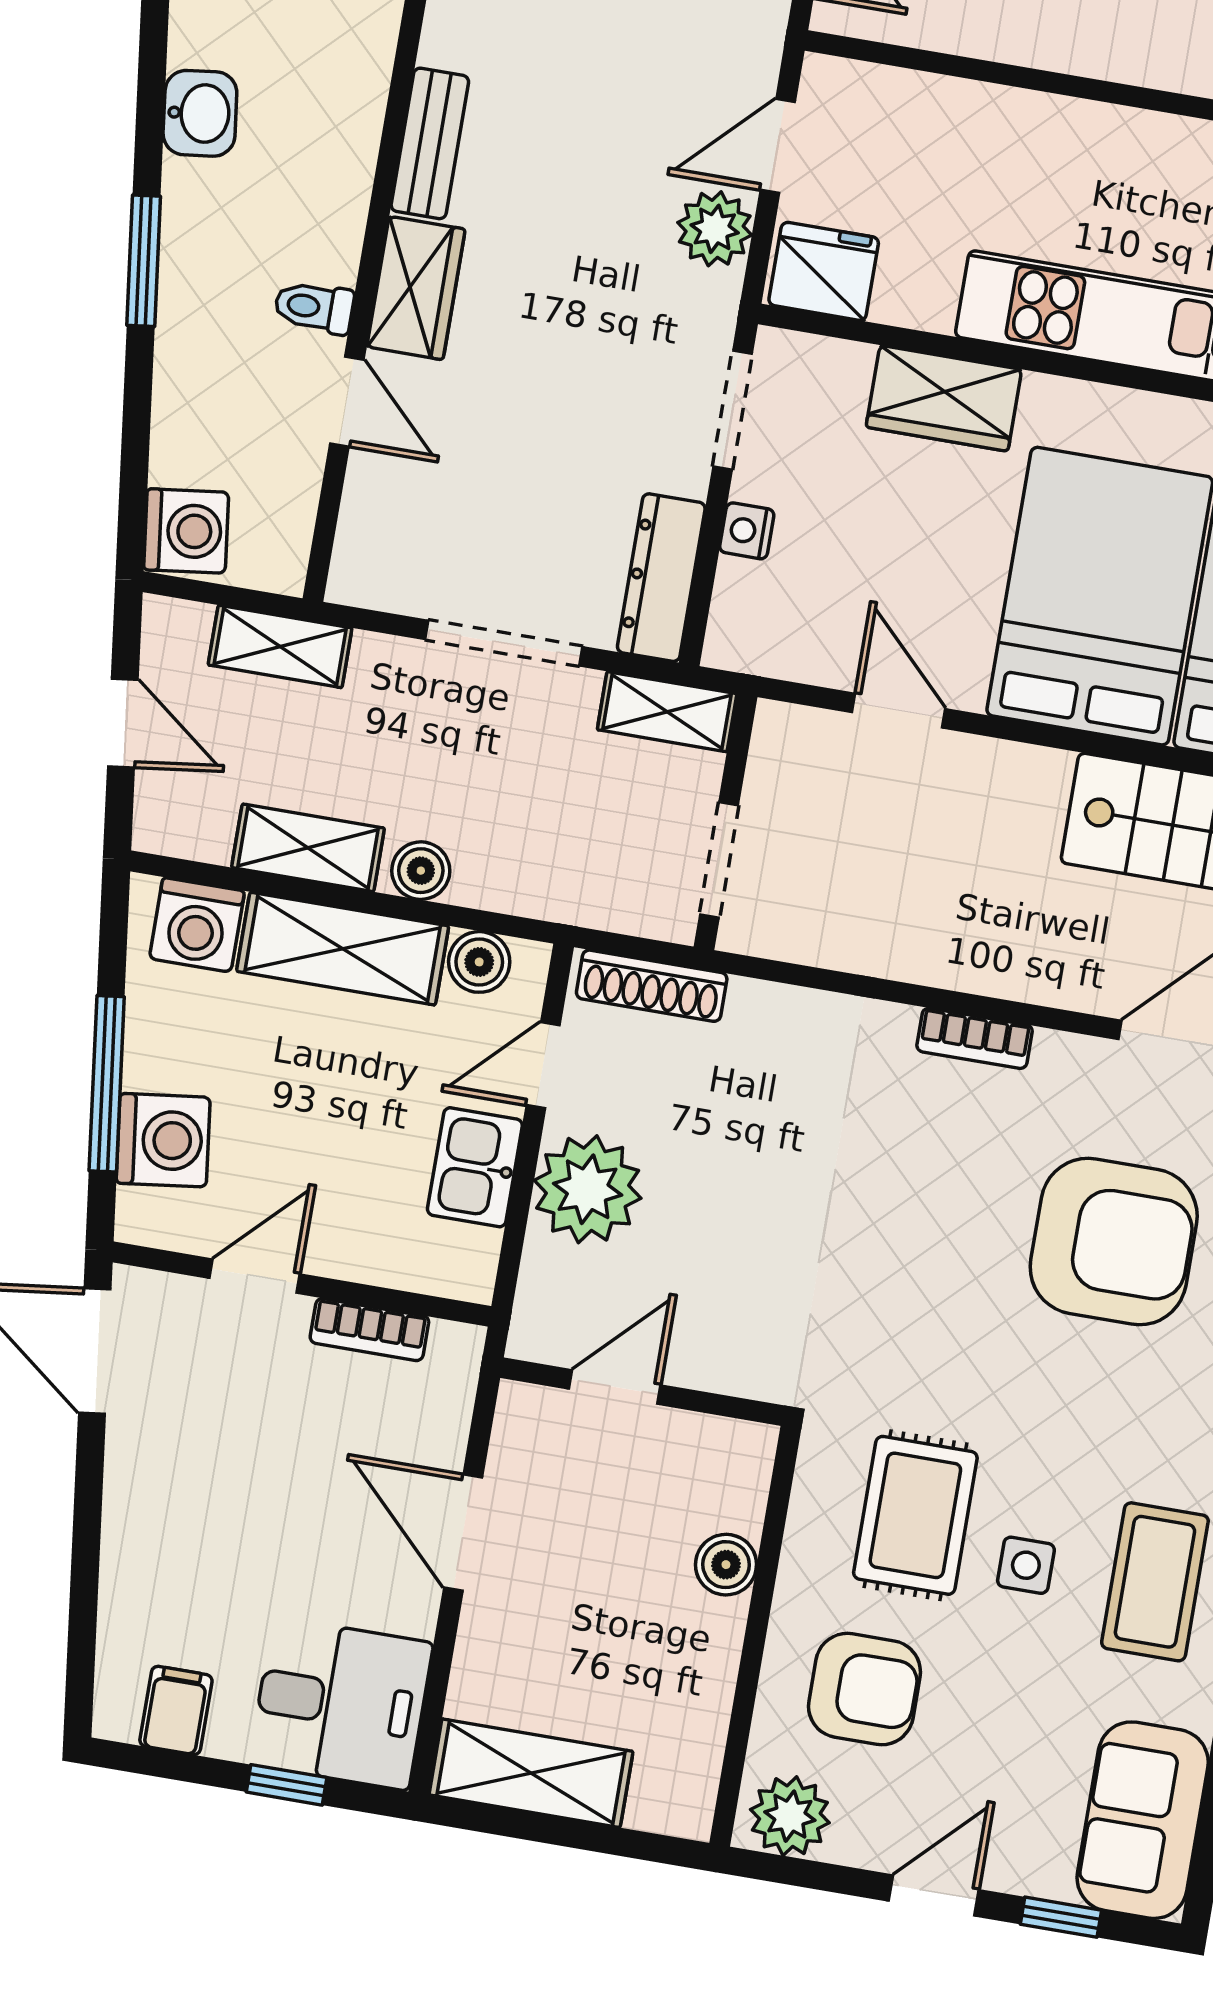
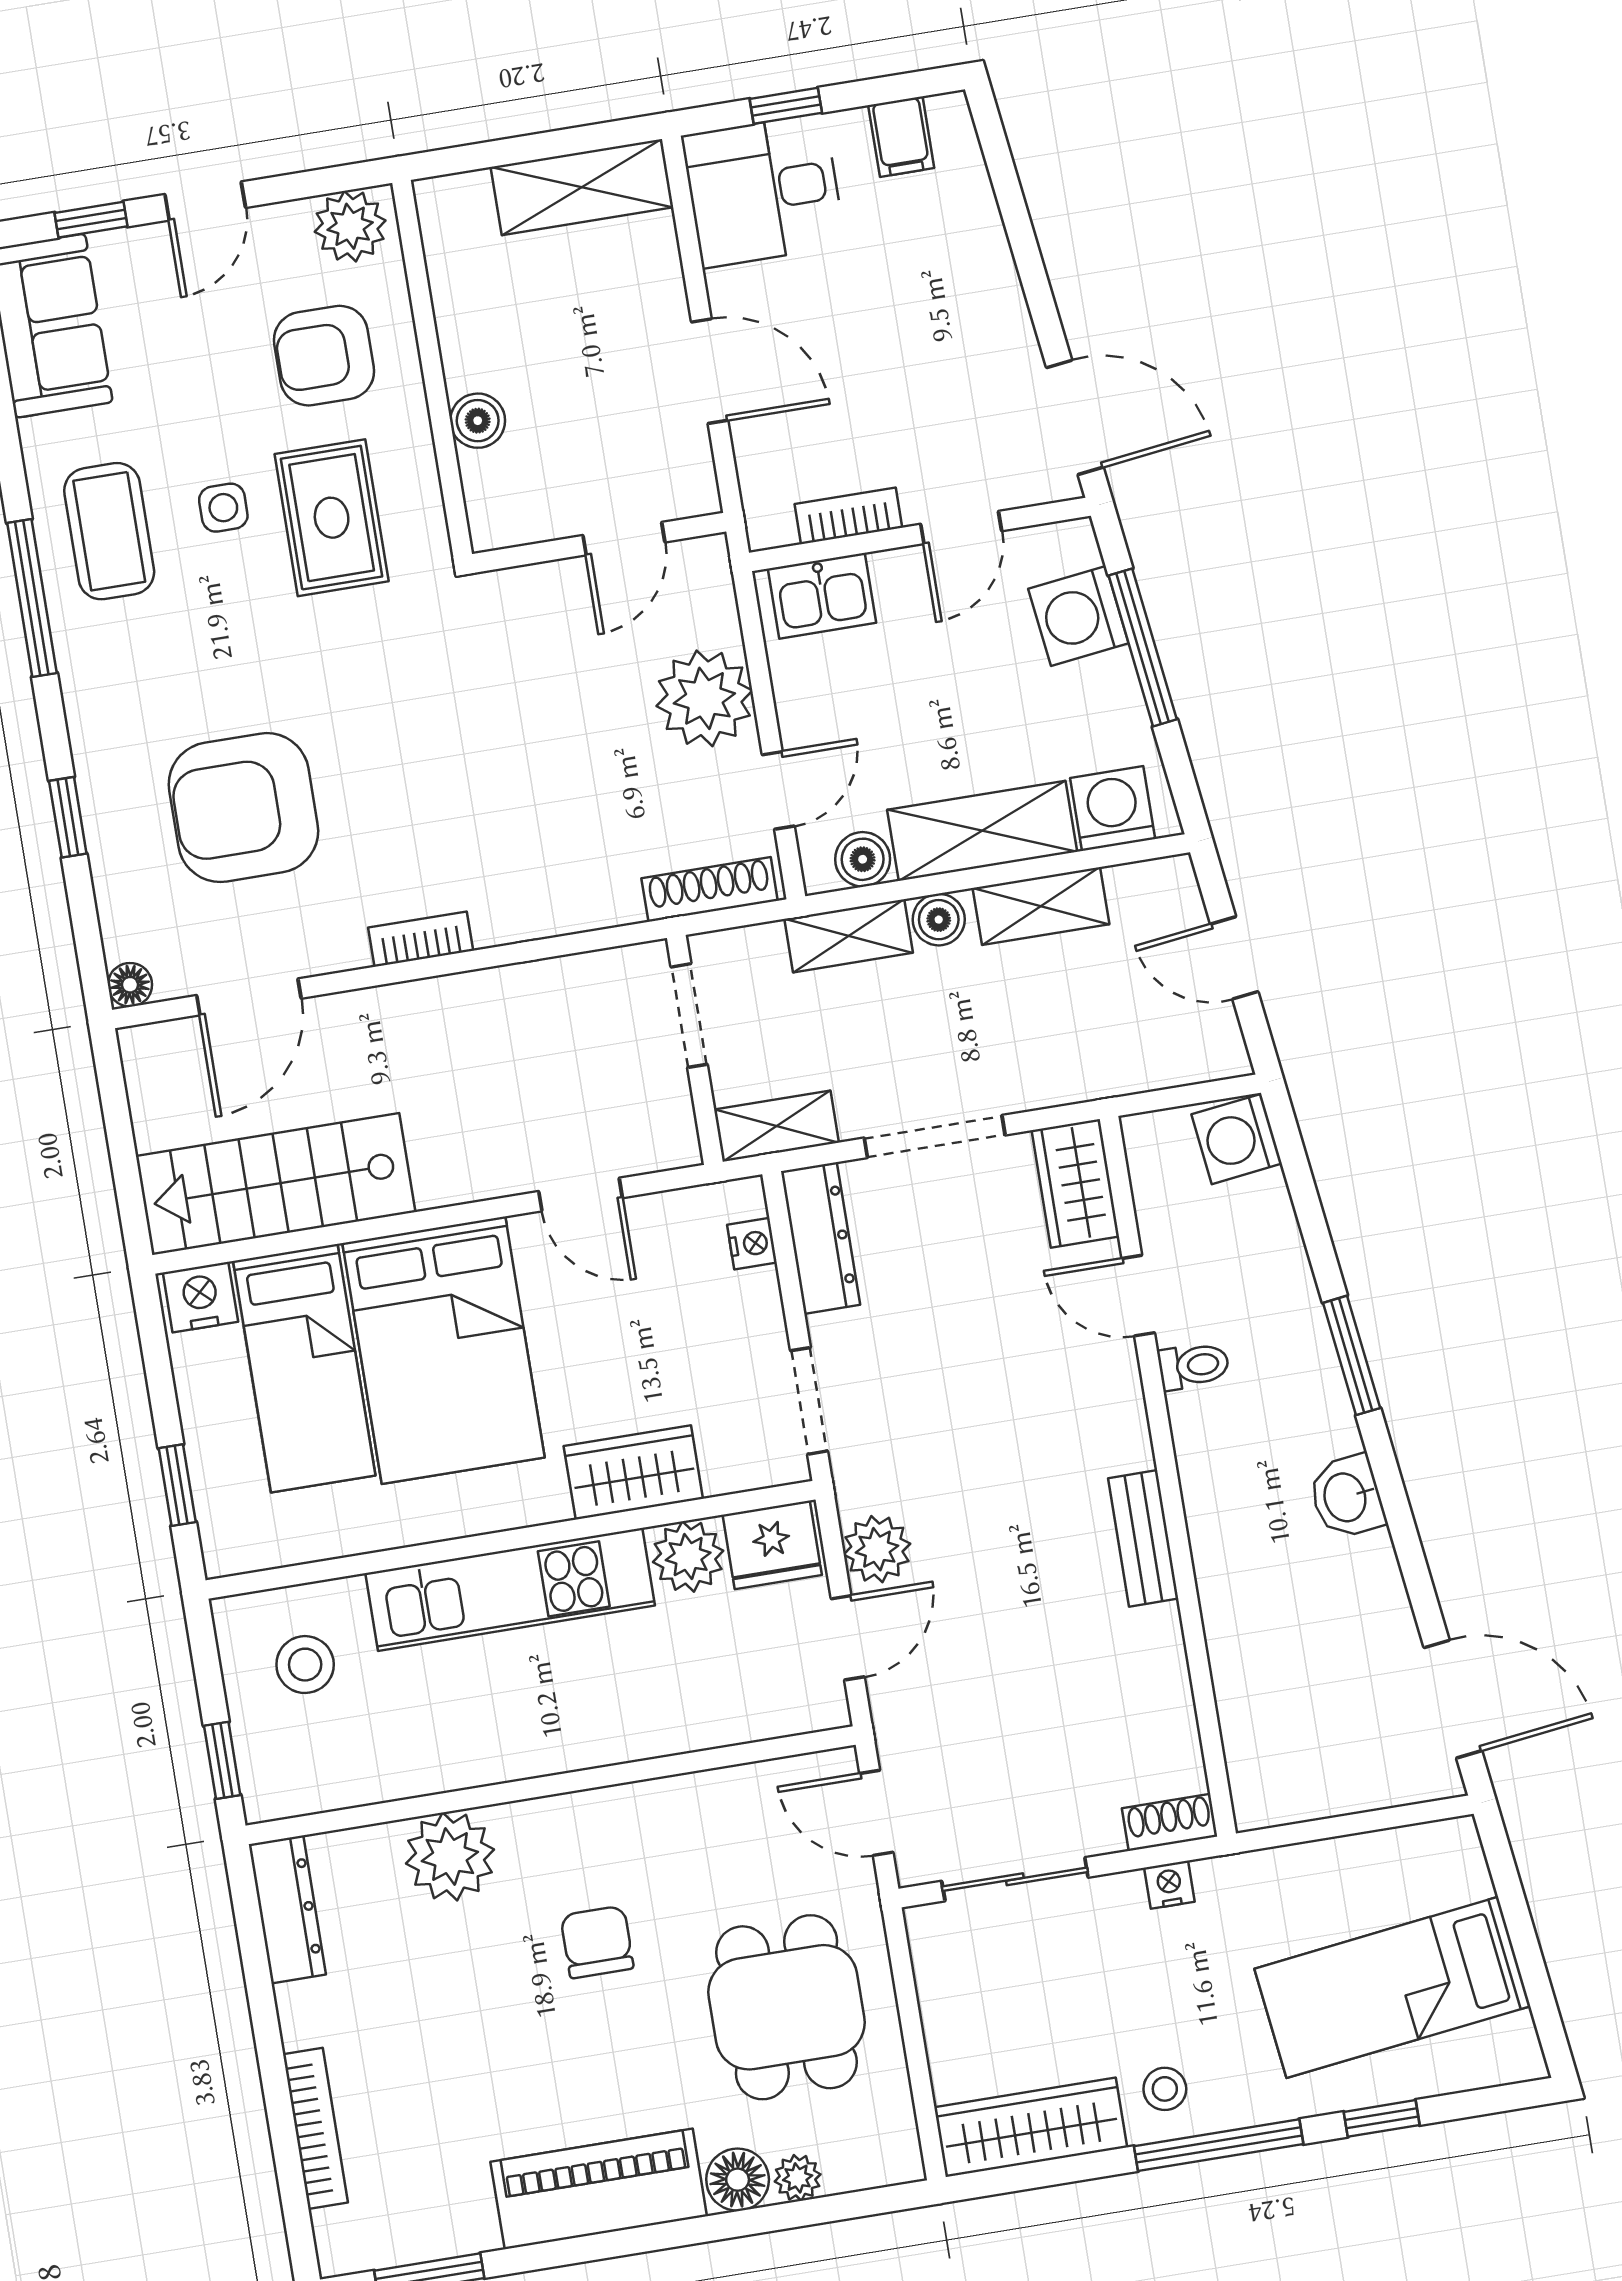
wardrobe: (416, 288) -> (1075, 1183), moved
plant: (917, 290) -> (688, 1556), added
nightstand: (747, 531) -> (752, 1244), moved
shelving: (280, 646) -> (849, 936), moved
kitchen sink: (475, 1167) -> (822, 596), moved, turned 90

